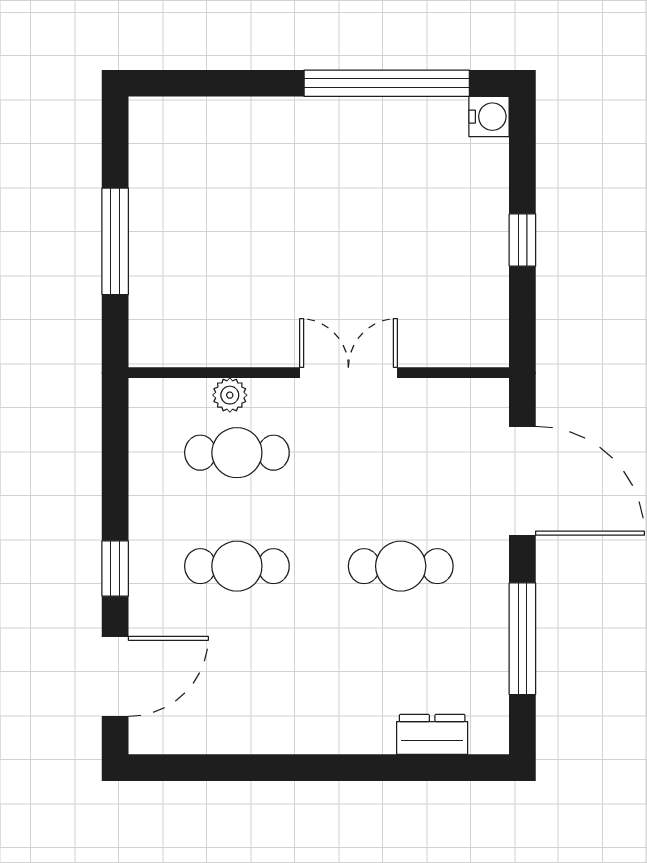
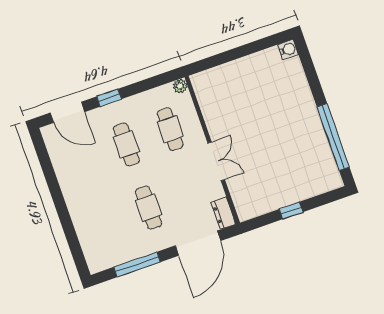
water cooler: (489, 117) -> (288, 50), moved, turned -90
window: (115, 241) -> (235, 54), removed
plant: (230, 395) -> (180, 86), moved
dresser: (432, 734) -> (223, 213), moved, turned 180

